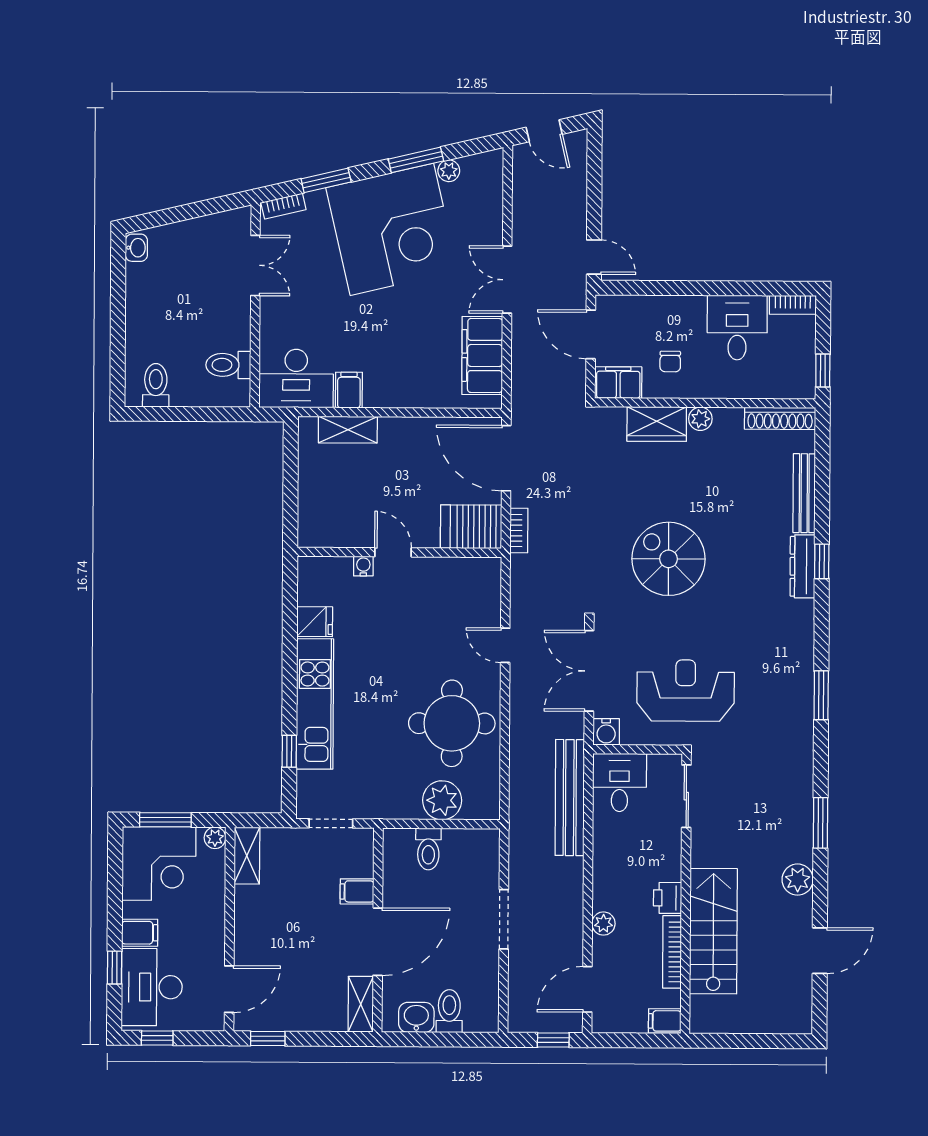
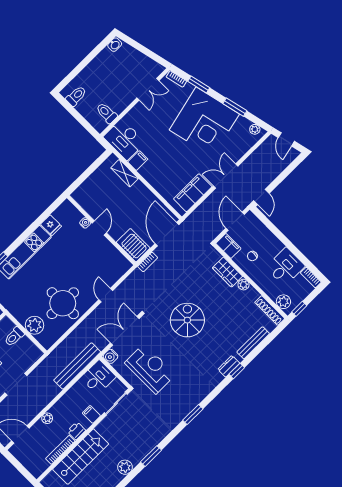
plant: (449, 171) -> (255, 129), moved
plant: (788, 384) -> (283, 302), added
dresser: (802, 566) -> (229, 366), width x0.70
filing cabinet: (665, 1021) -> (91, 414), moved

